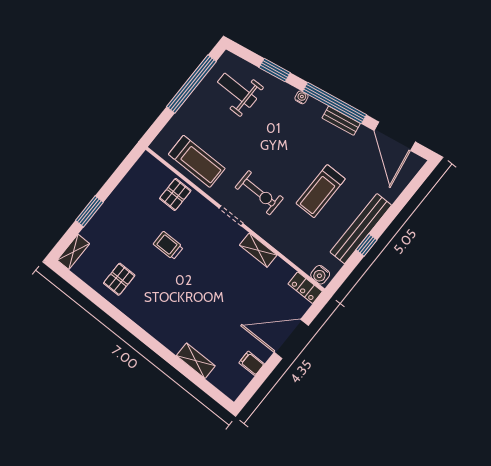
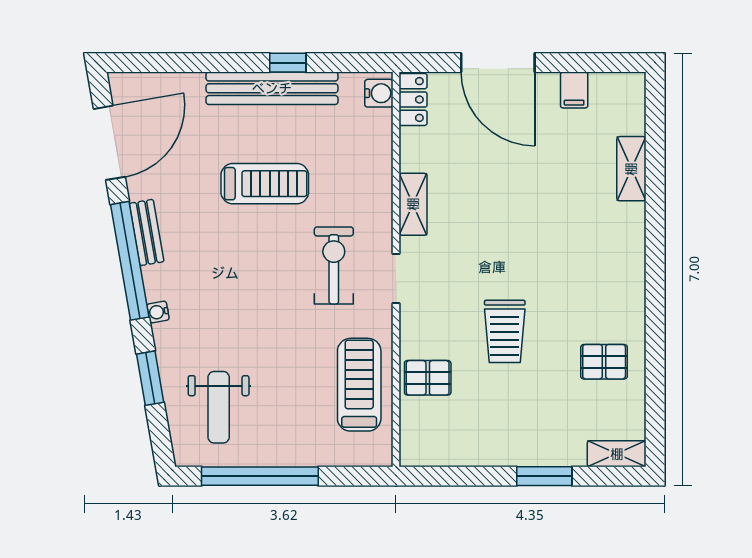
trolley: (168, 246) -> (505, 331), width x1.36, depth x1.39

